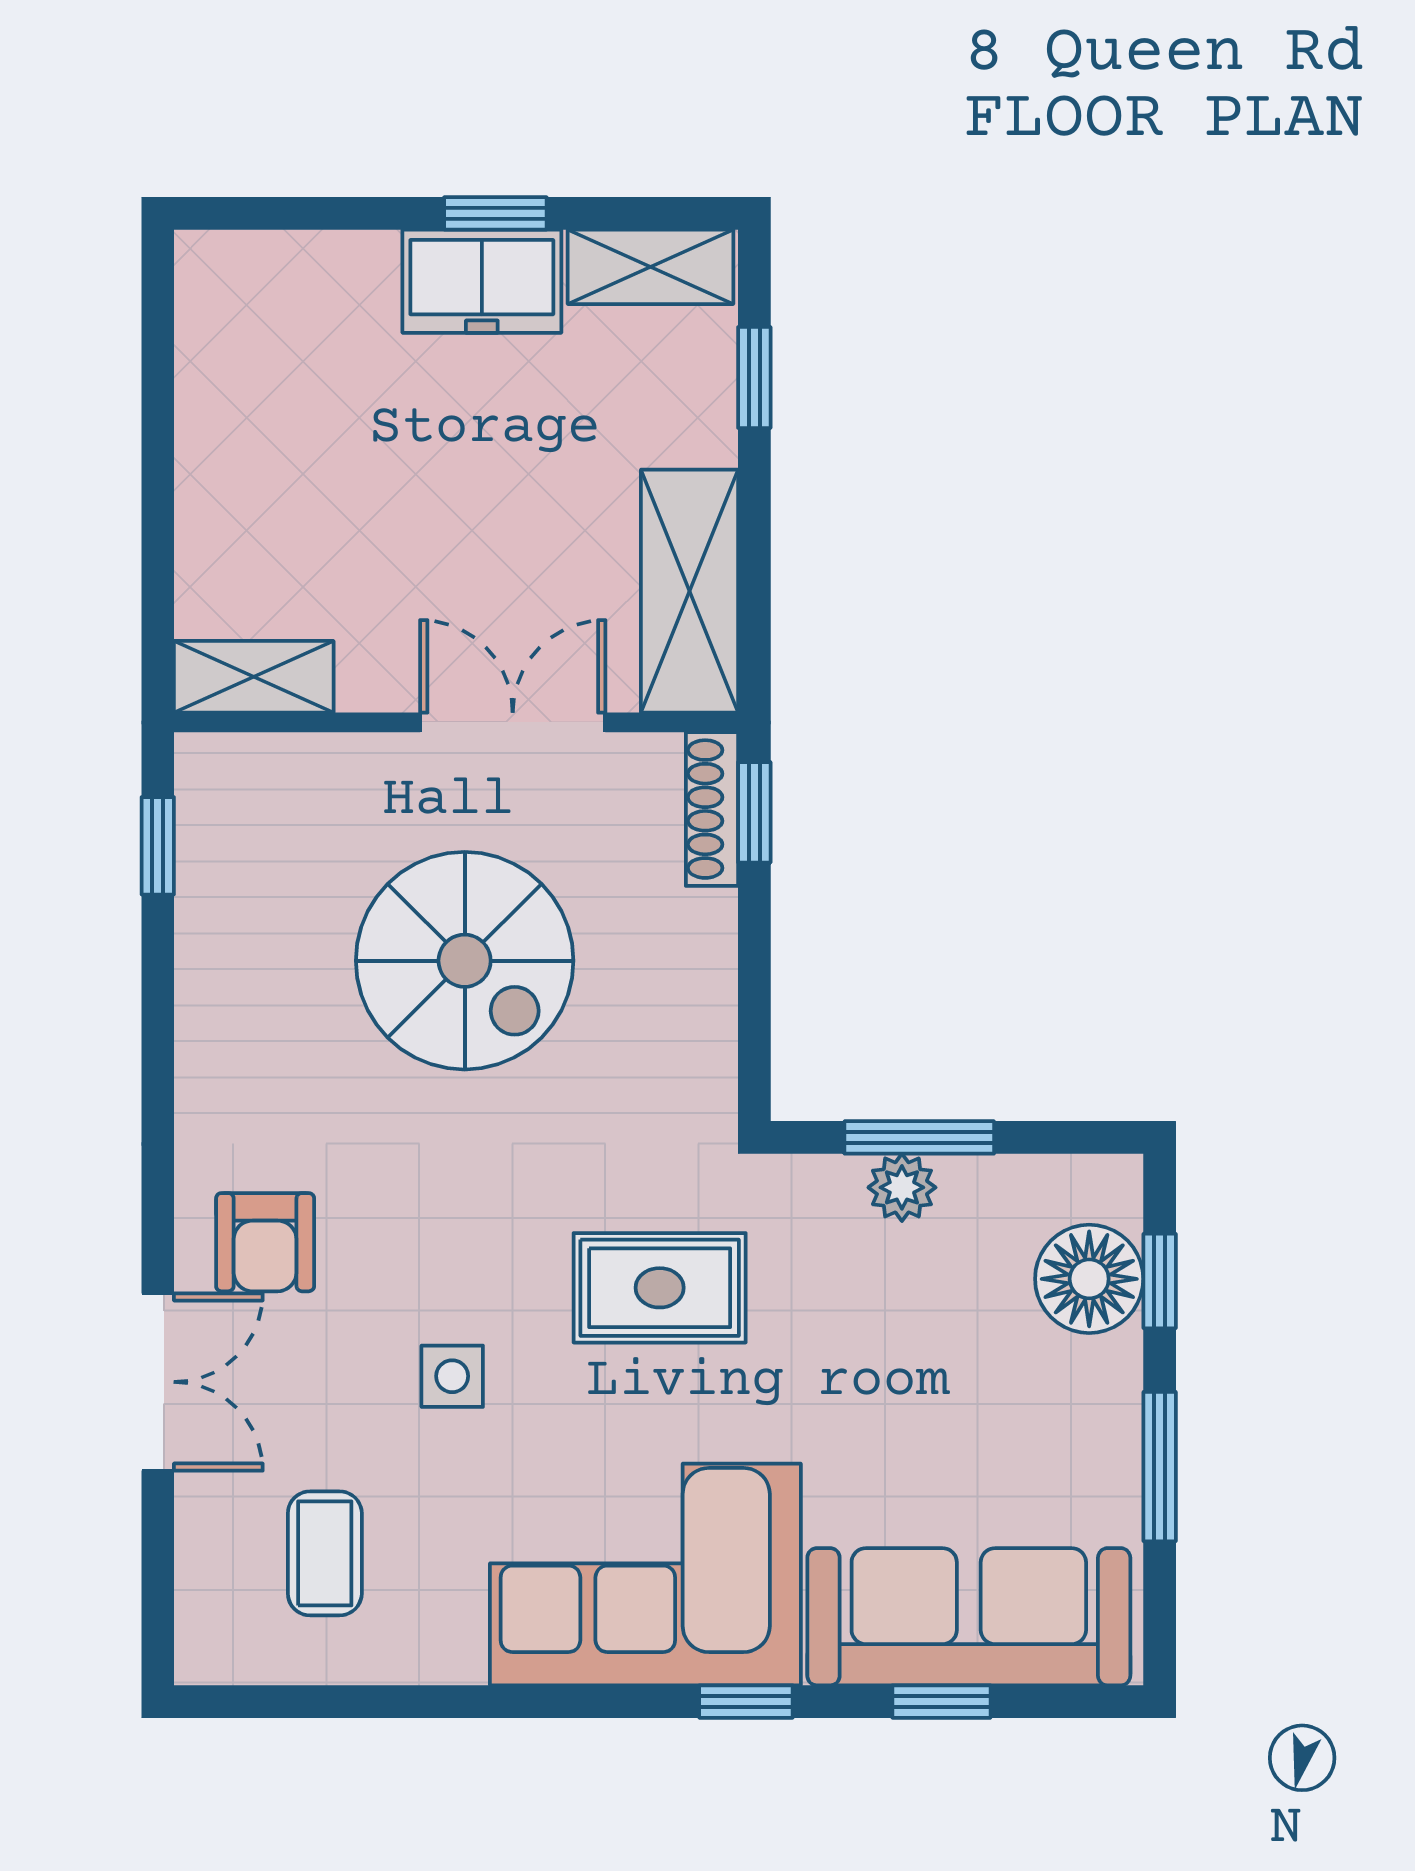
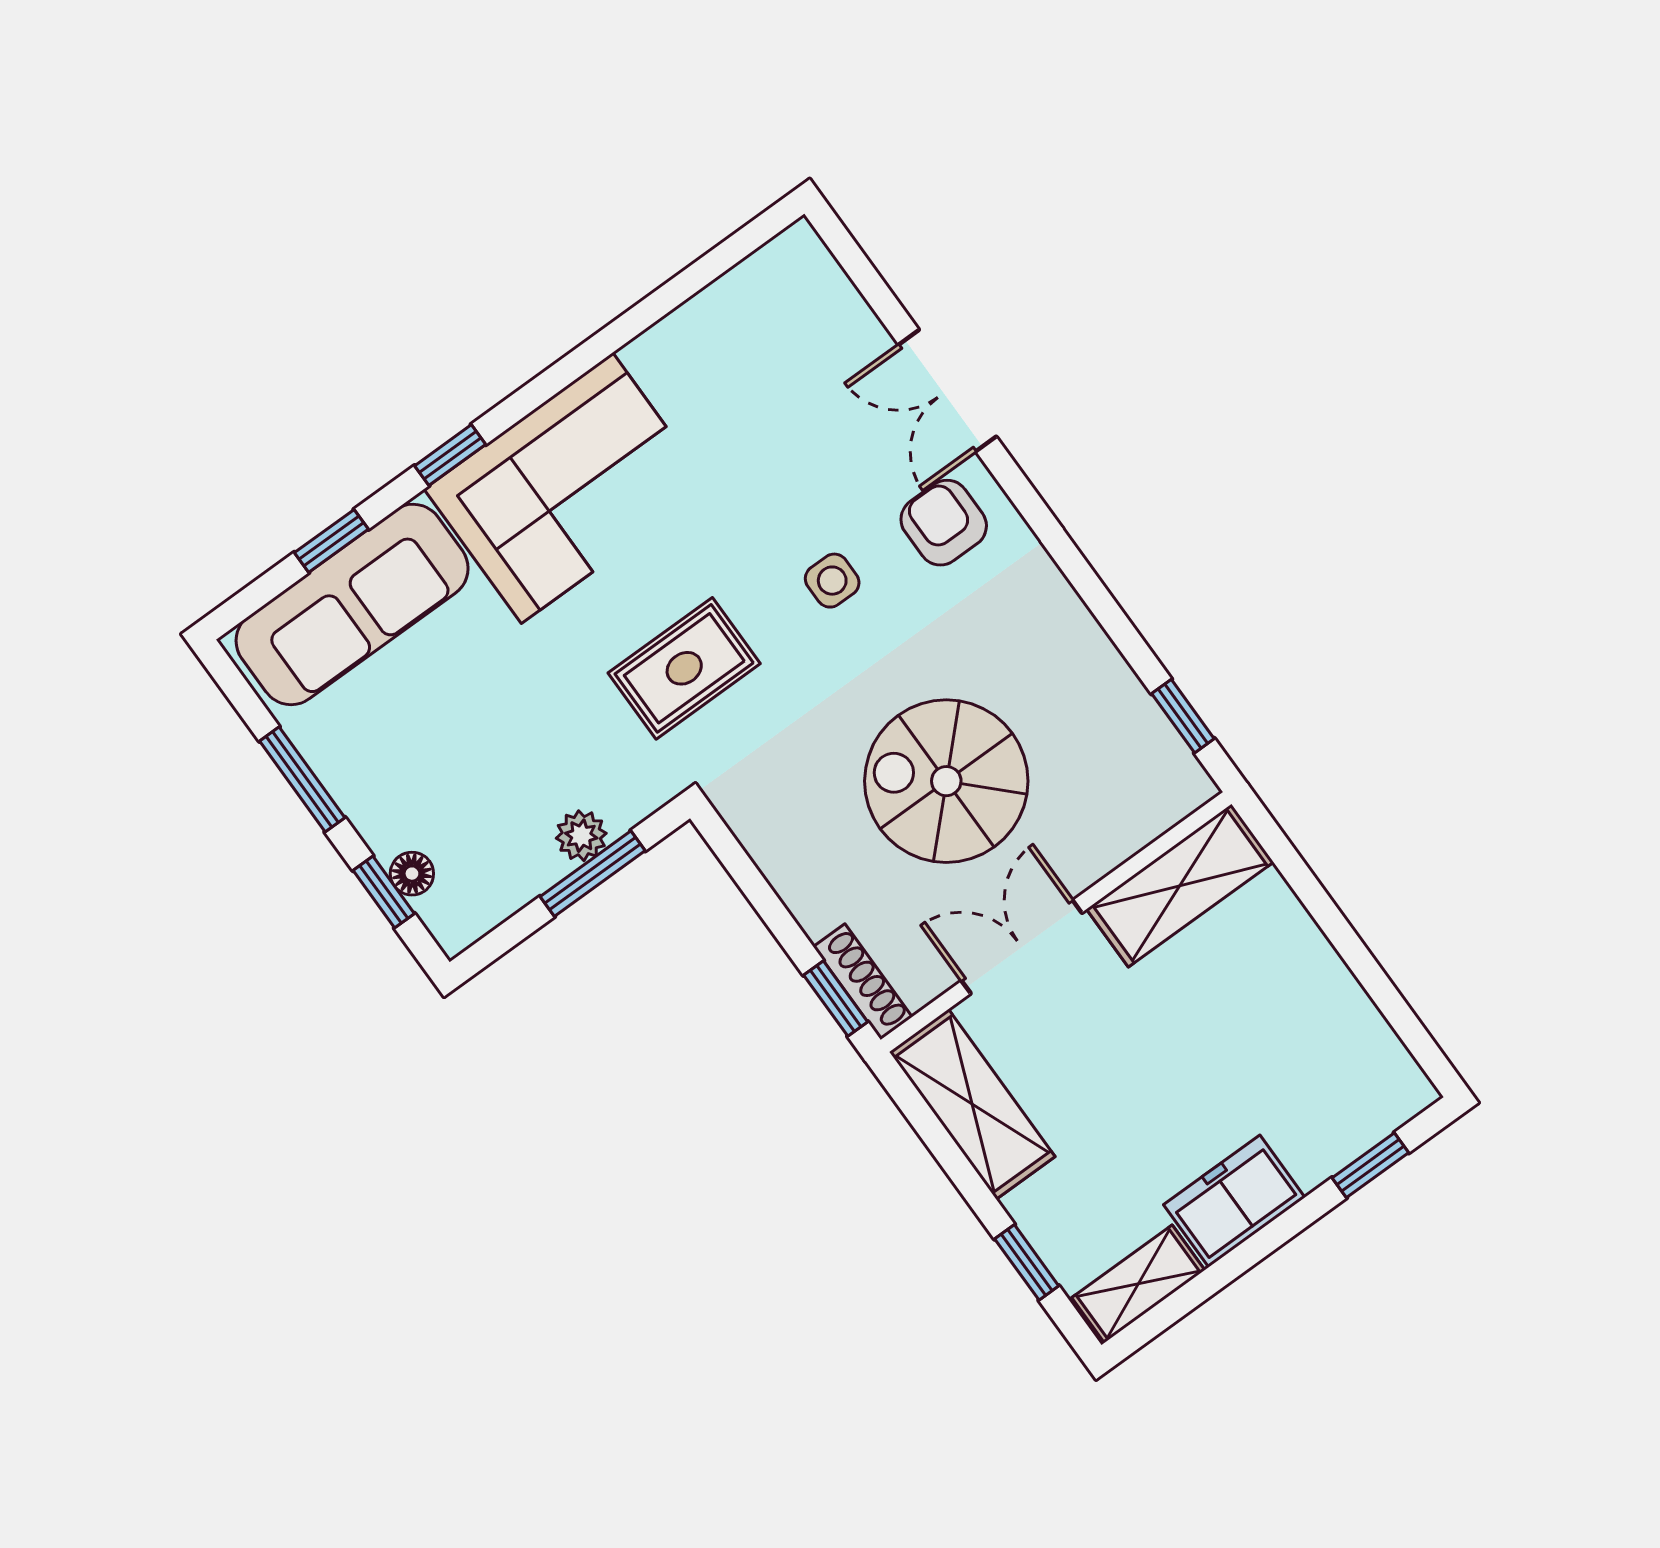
window: (495, 213) -> (1370, 1165), moved
shelving: (254, 677) -> (1180, 886), width x1.50, depth x1.33
double door: (513, 722) -> (1022, 947), swing flipped
floor lamp: (1089, 1279) -> (412, 874), width x0.53, depth x0.53
side table: (452, 1376) -> (832, 581), moved
coffee table: (325, 1553) -> (771, 360), removed

